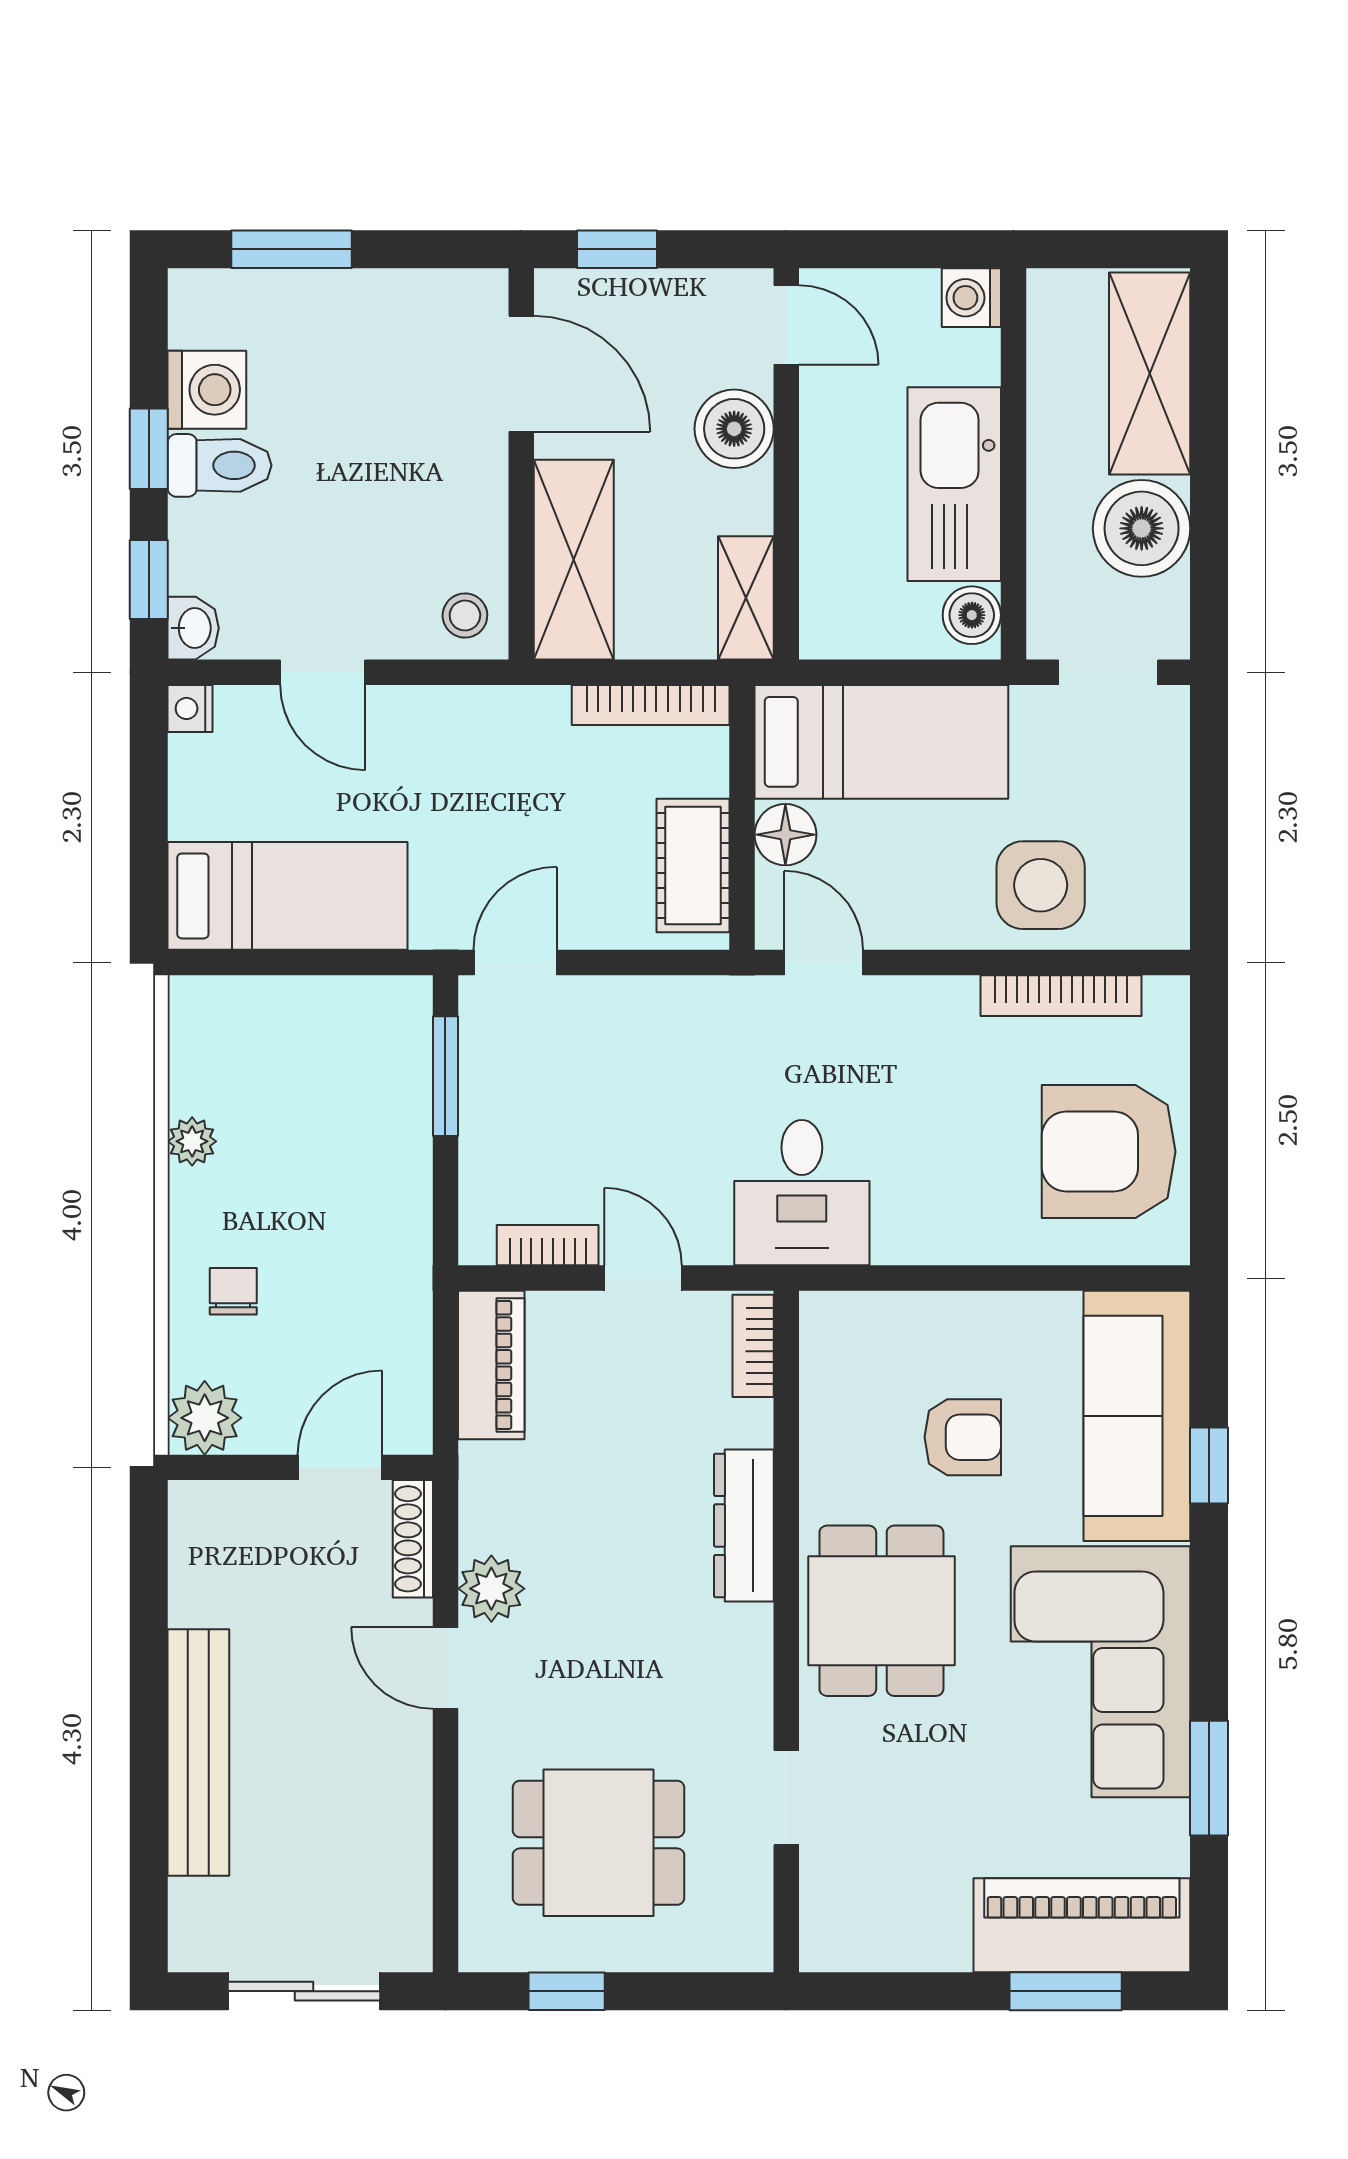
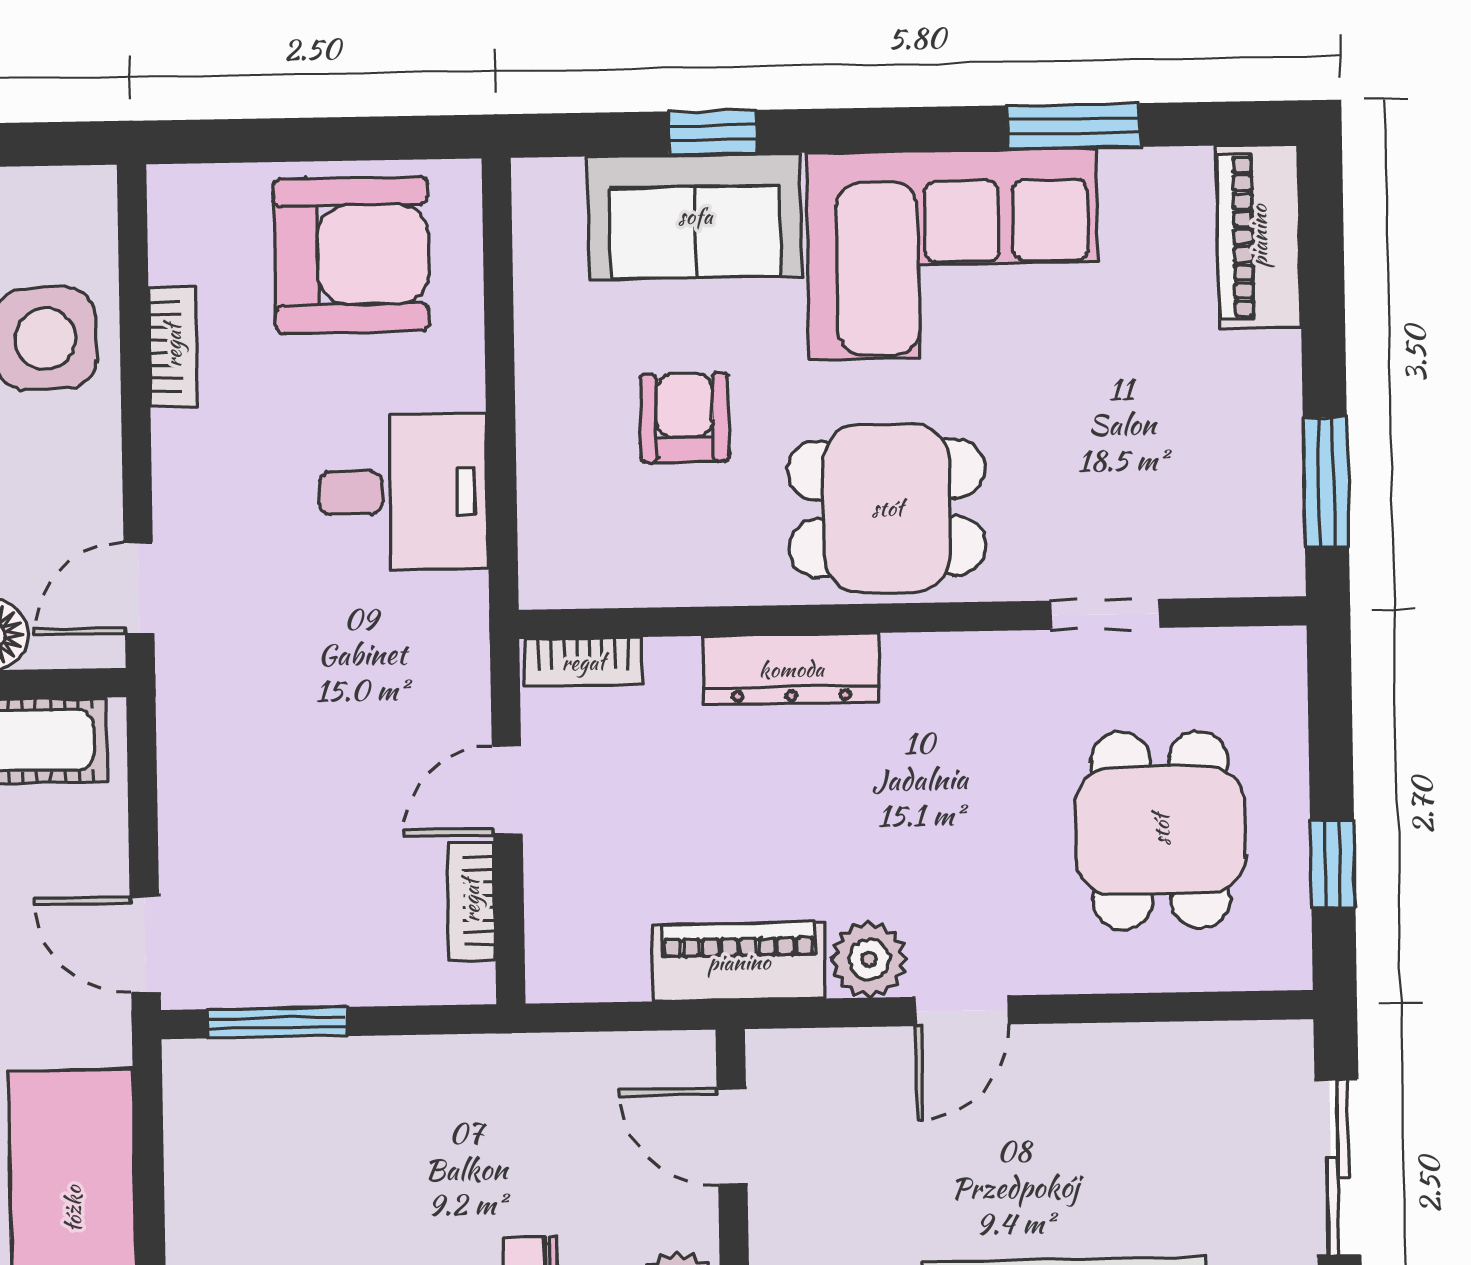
bookcase: (1061, 996) -> (173, 346), width x0.64
armchair: (1109, 1152) -> (352, 255), turned -90
desk: (802, 1193) -> (403, 492), moved
piano: (491, 1365) -> (739, 962), moved
sofa: (1137, 1416) -> (695, 216), width x0.73
shoe rack: (413, 1539) -> (813, 1051), removed
piano: (1082, 1925) -> (1259, 236), width x0.73, depth x0.75
window: (1066, 1991) -> (1326, 482), moved

